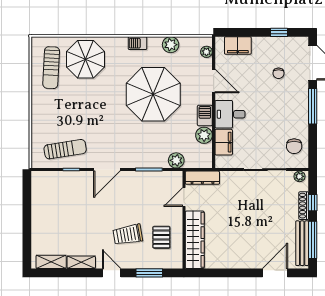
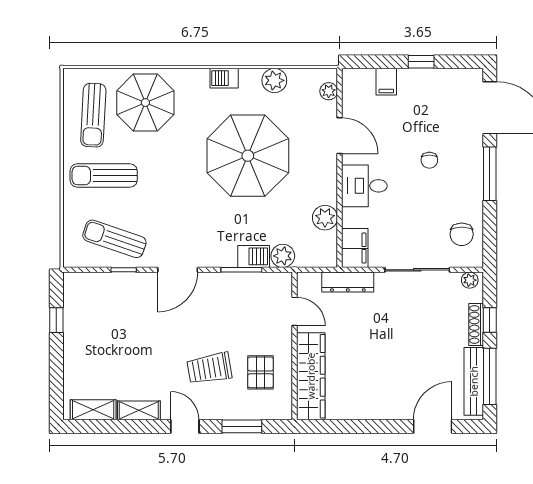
window: (279, 32) -> (421, 62), moved
filing cabinet: (238, 45) -> (386, 82), width x0.50
chair: (279, 73) -> (429, 160), moved
sun lounger: (58, 107) -> (104, 175), added
barbecue: (205, 115) -> (254, 256), moved, turned 90
filing cabinet: (224, 142) -> (355, 248), moved
sun lounger: (65, 149) -> (114, 239), turned -152
dresser: (202, 178) -> (348, 282), moved
door: (184, 197) -> (295, 311), swing flipped
window: (27, 203) -> (56, 320), added

